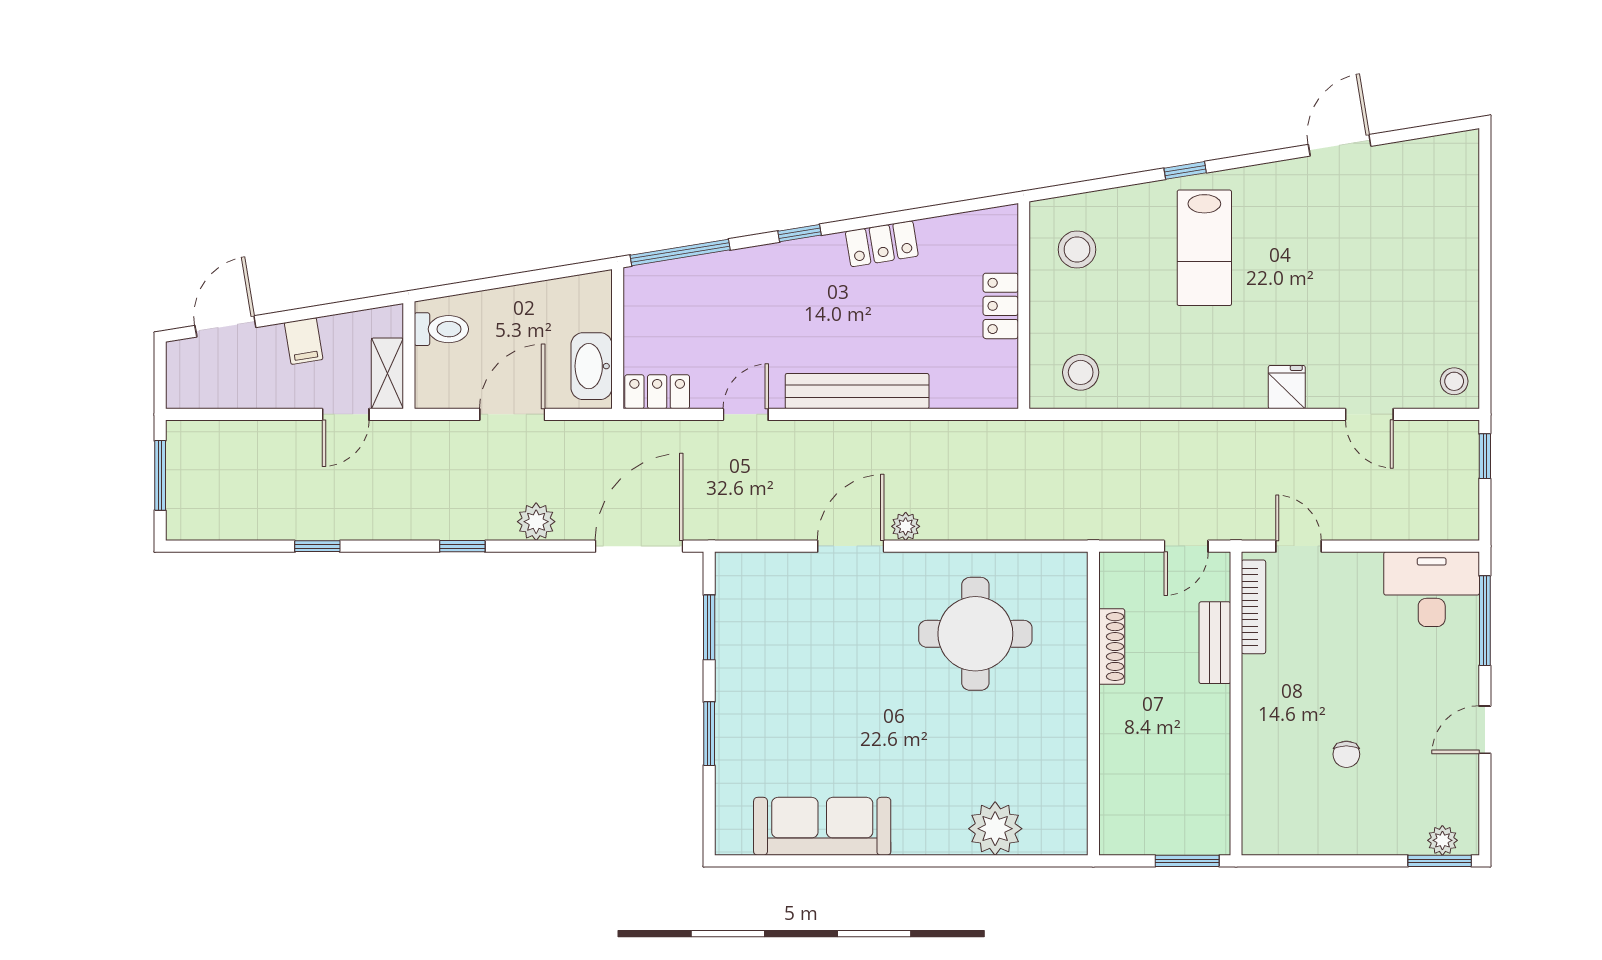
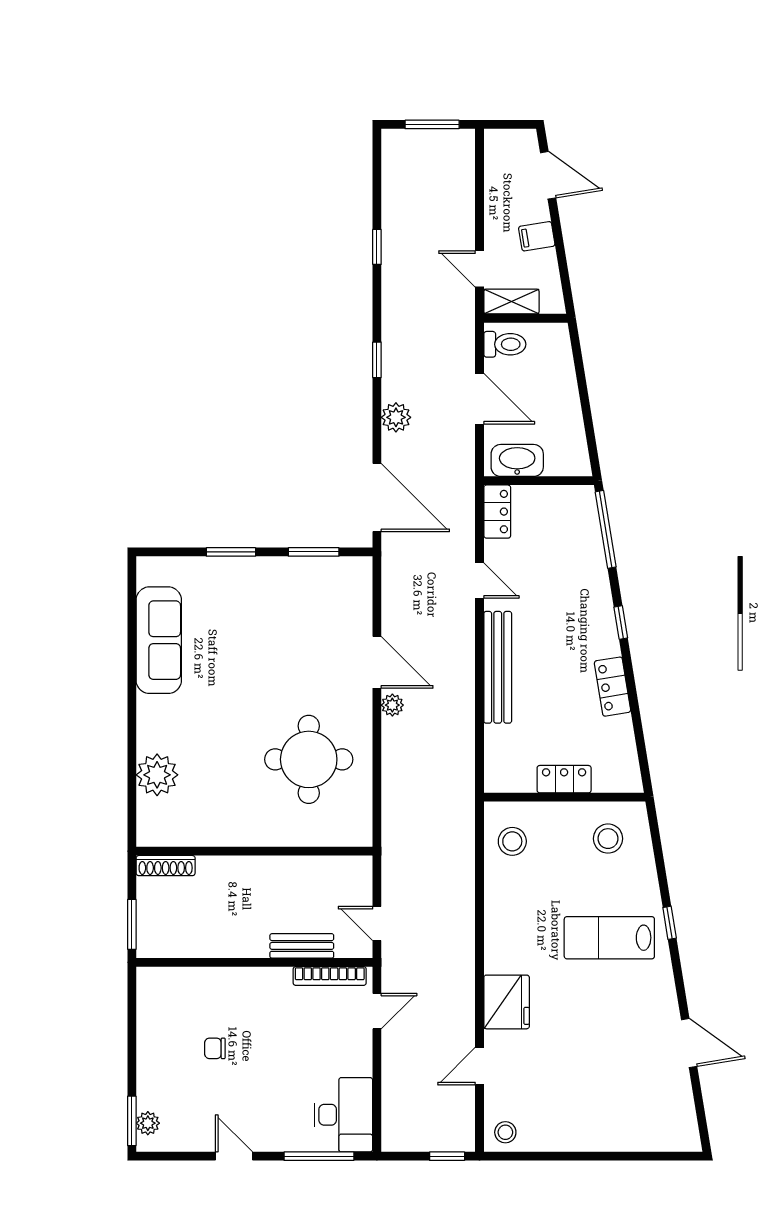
toilet: (441, 329) -> (505, 344), moved, turned -90
fridge: (1287, 387) -> (507, 1002), width x1.88, depth x1.34
shoe rack: (1112, 647) -> (166, 866), moved

